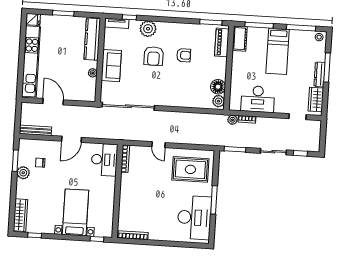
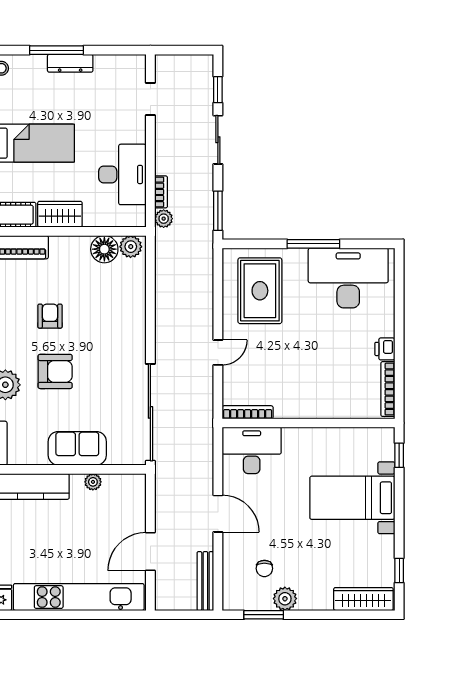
wardrobe: (316, 100) -> (60, 214), moved, turned 180
printer: (155, 235) -> (385, 349), added

